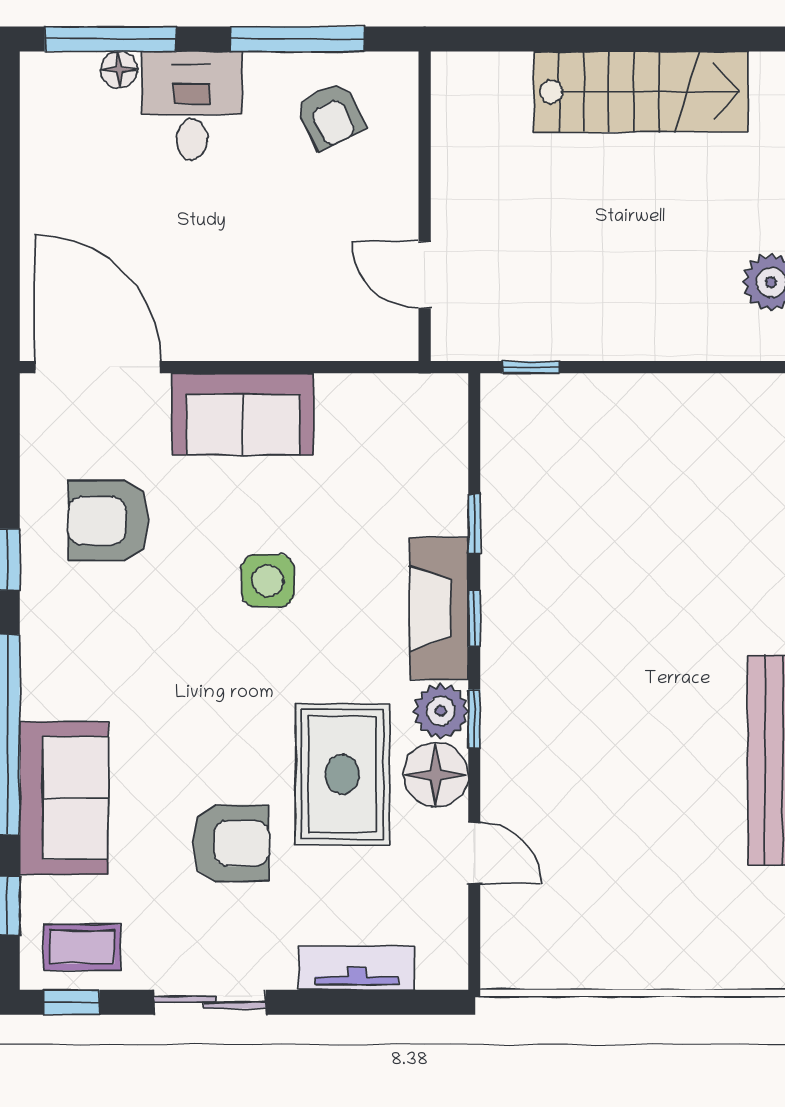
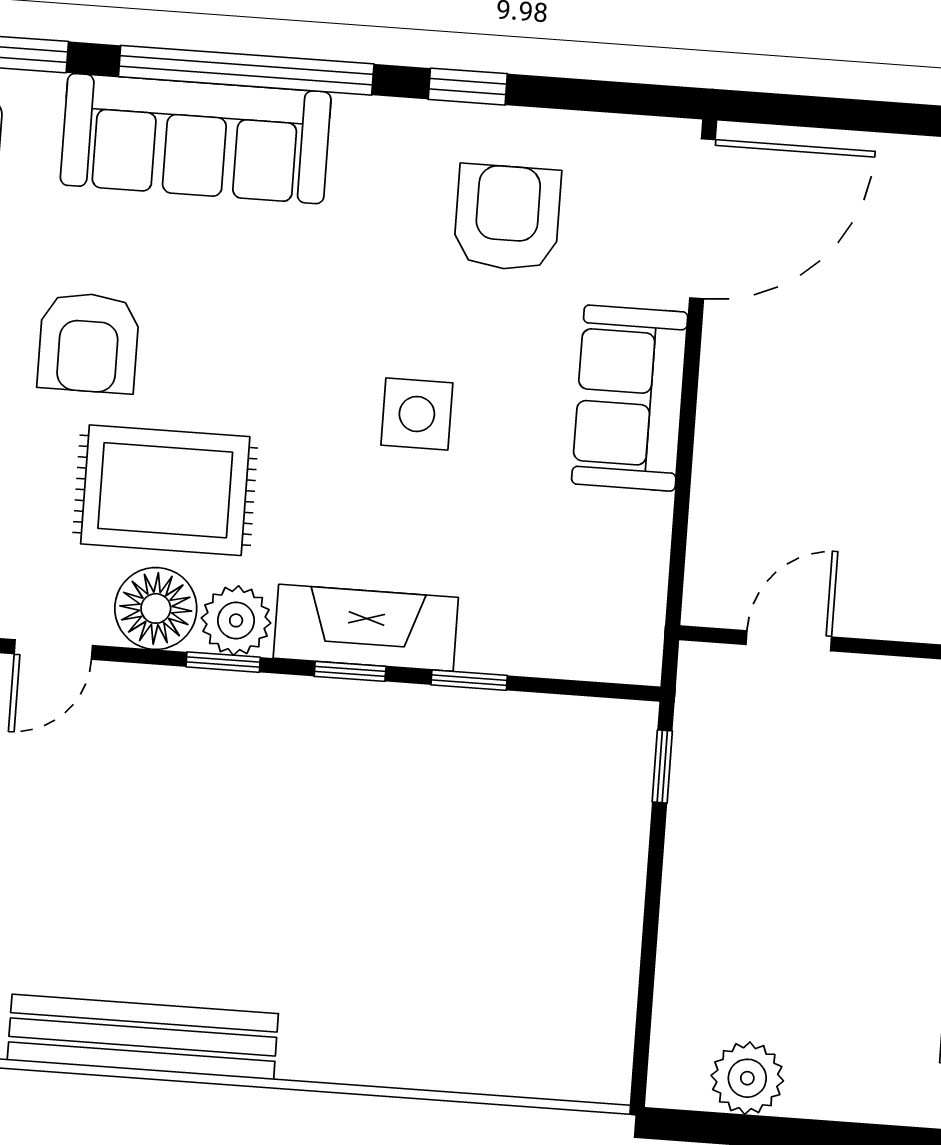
sofa: (64, 798) -> (196, 139), width x1.36

